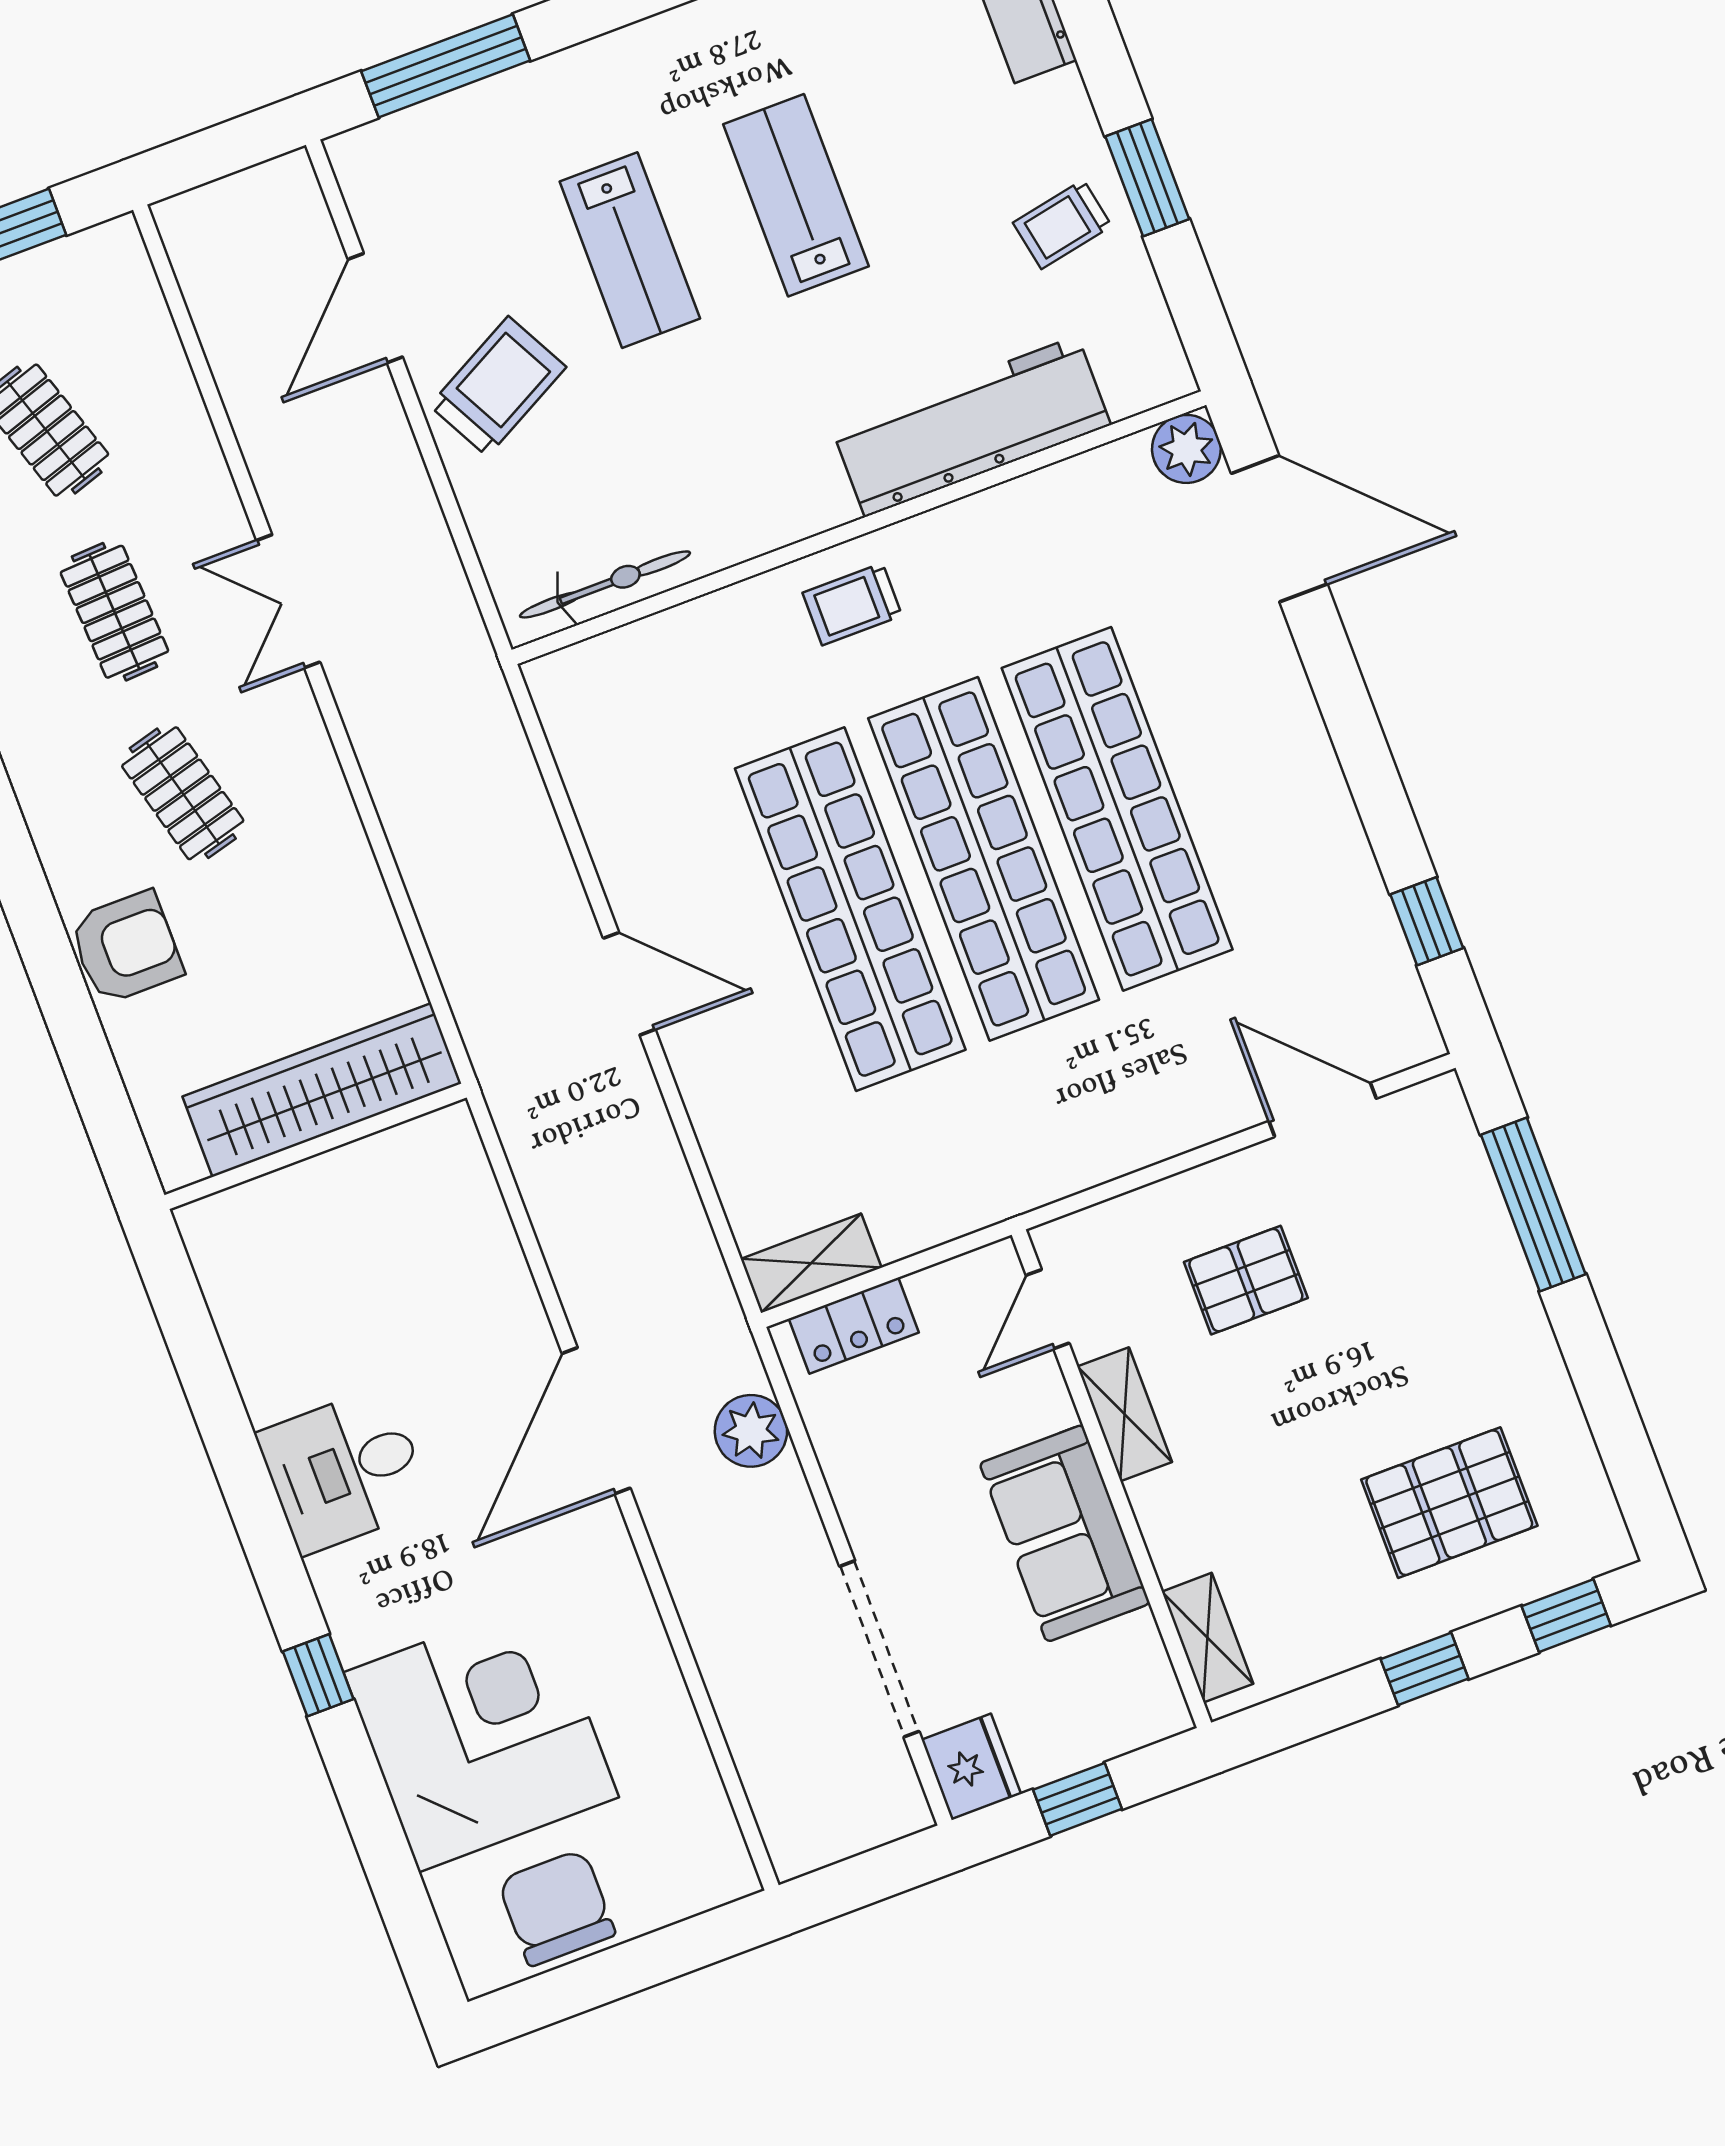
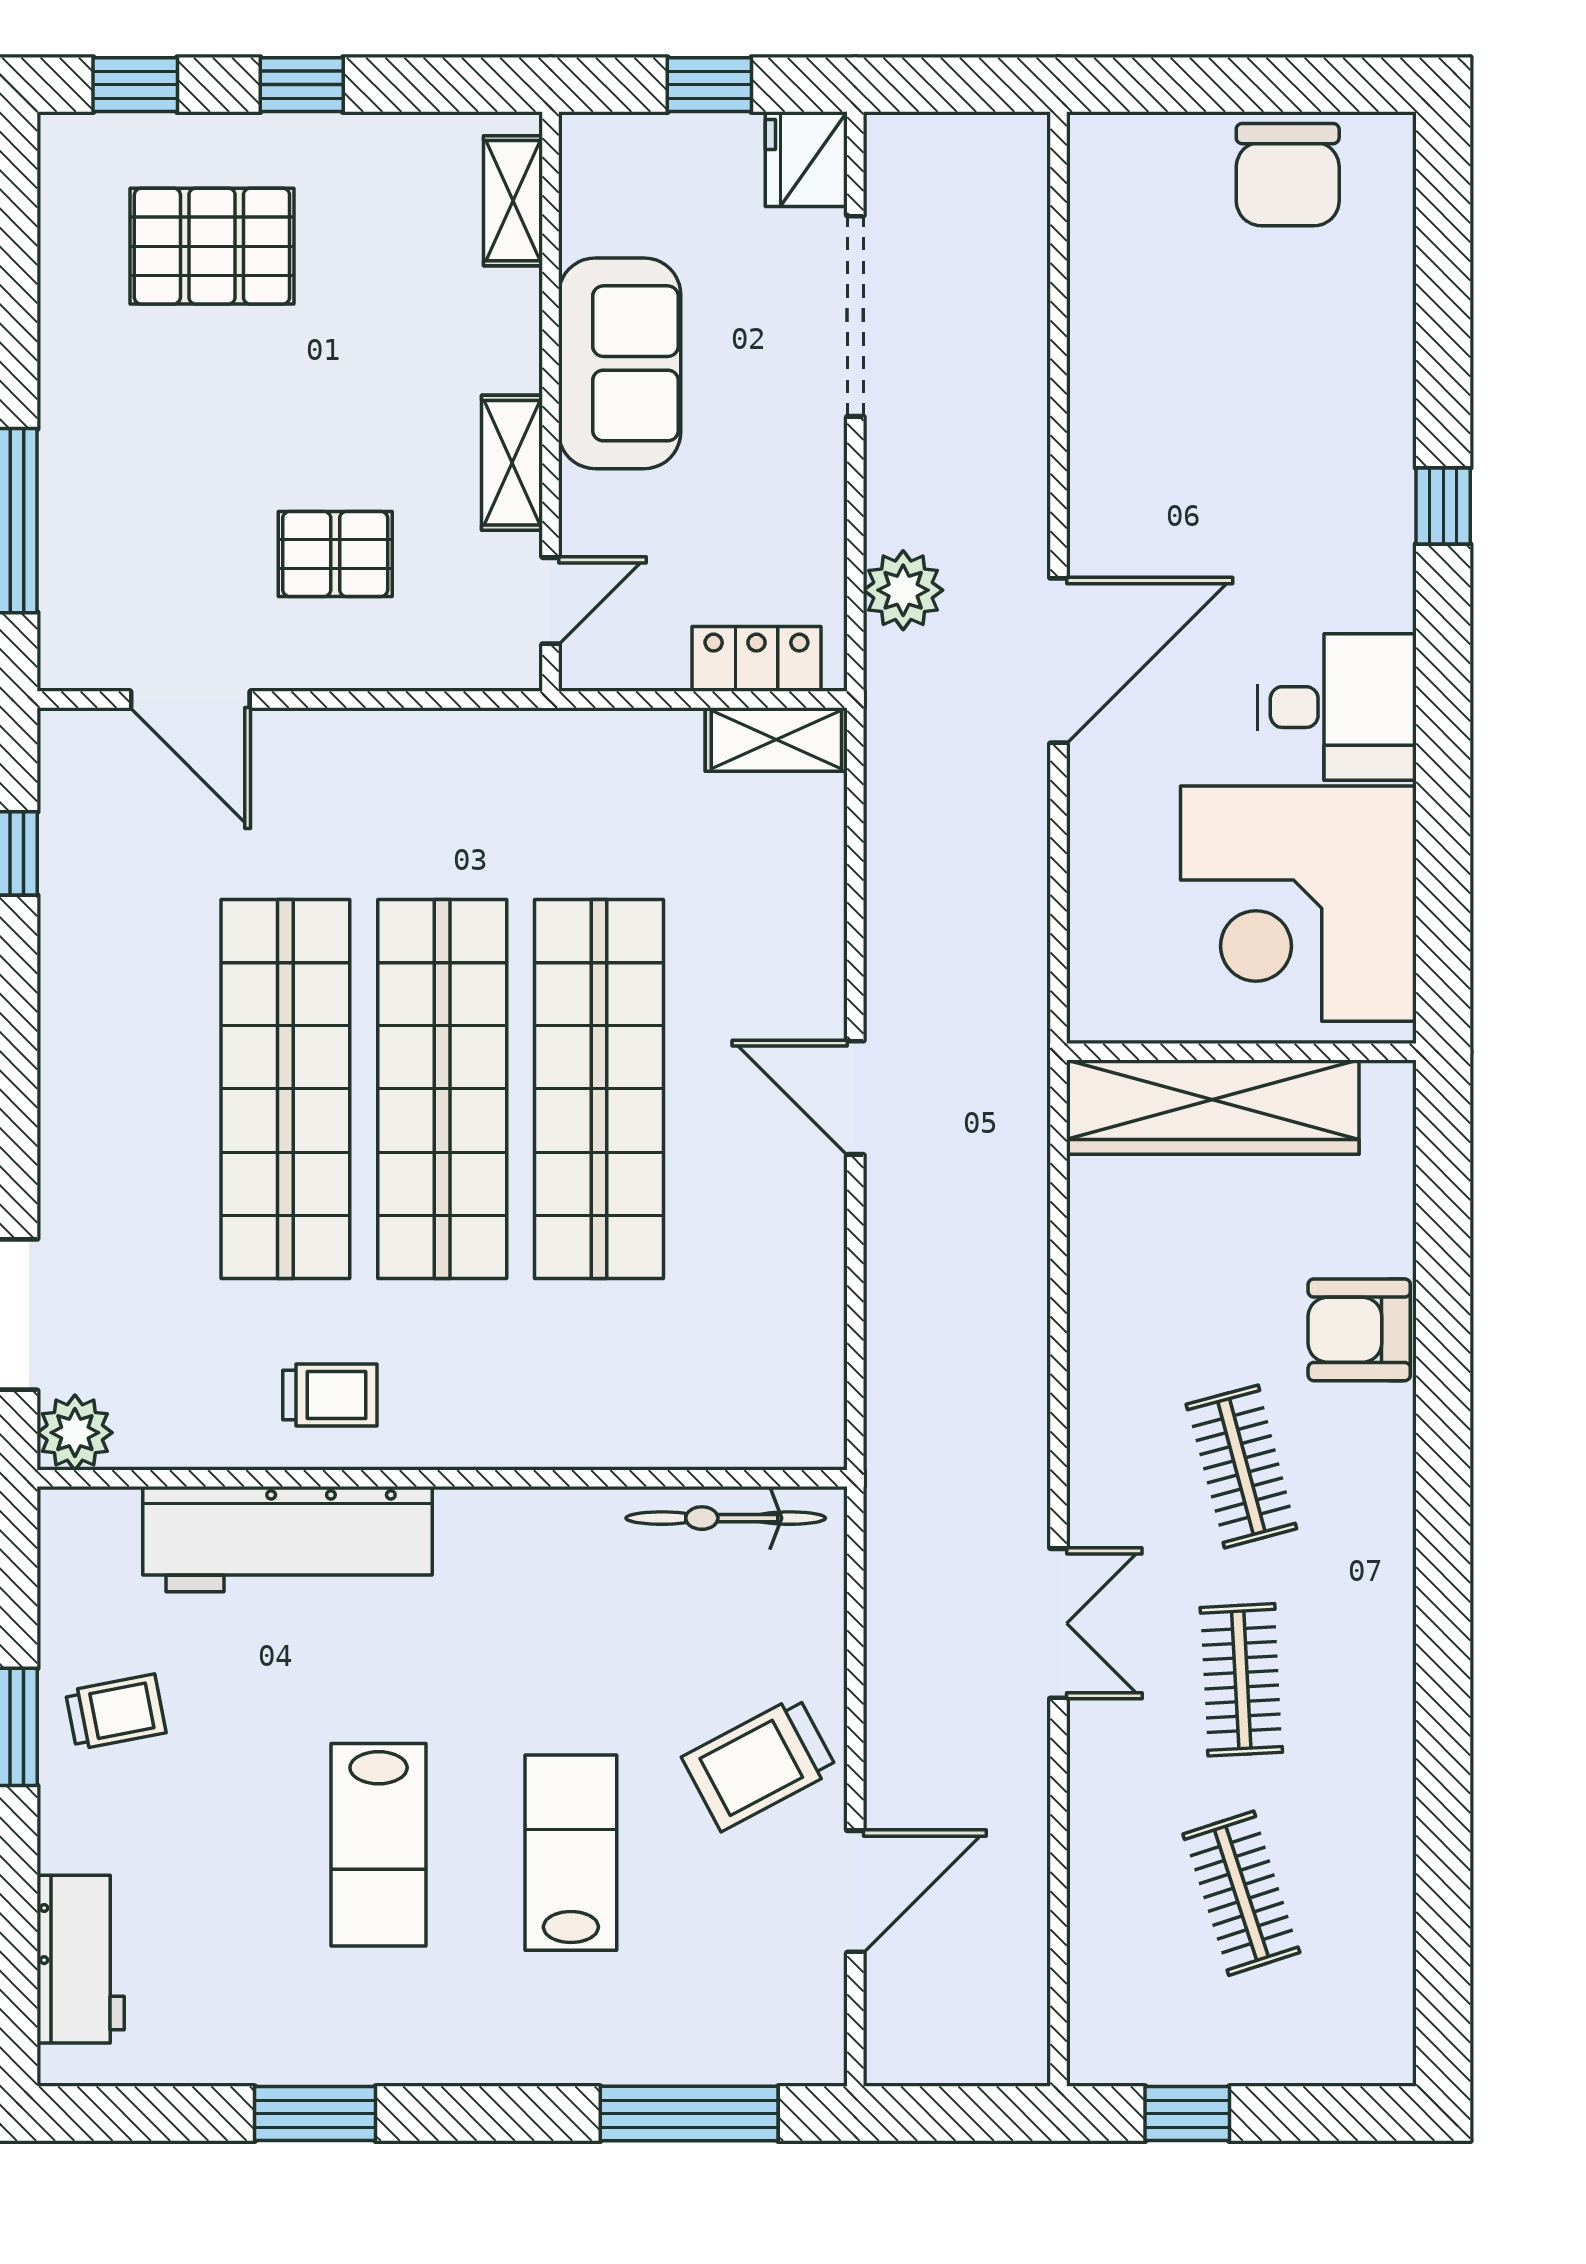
trolley: (852, 604) -> (330, 1395), moved
corner desk: (481, 1735) -> (1298, 904), moved

